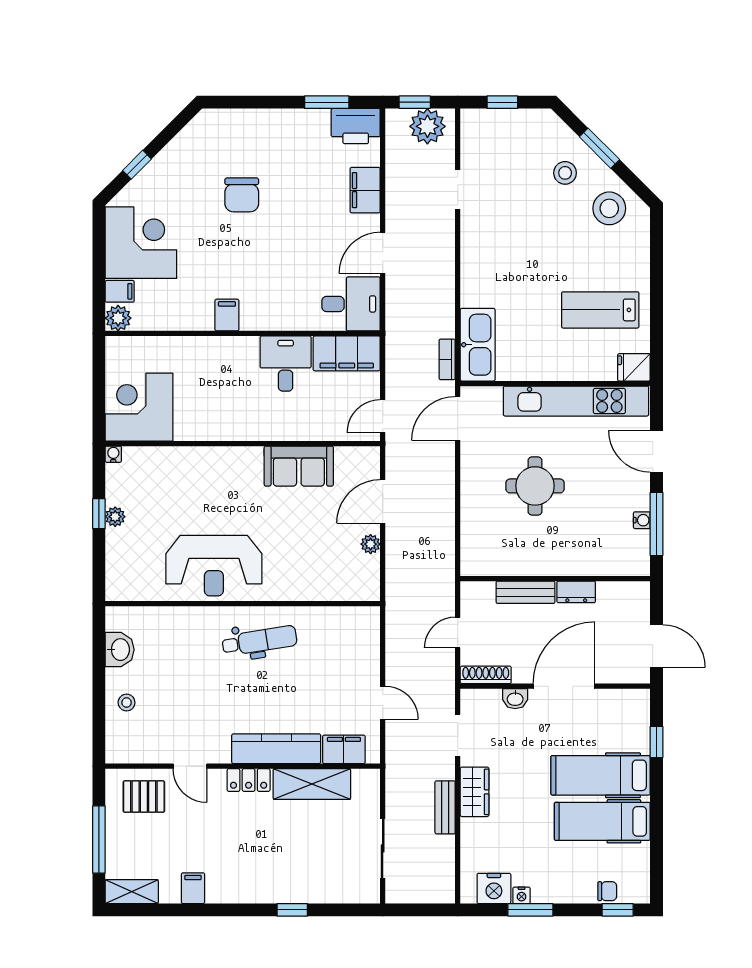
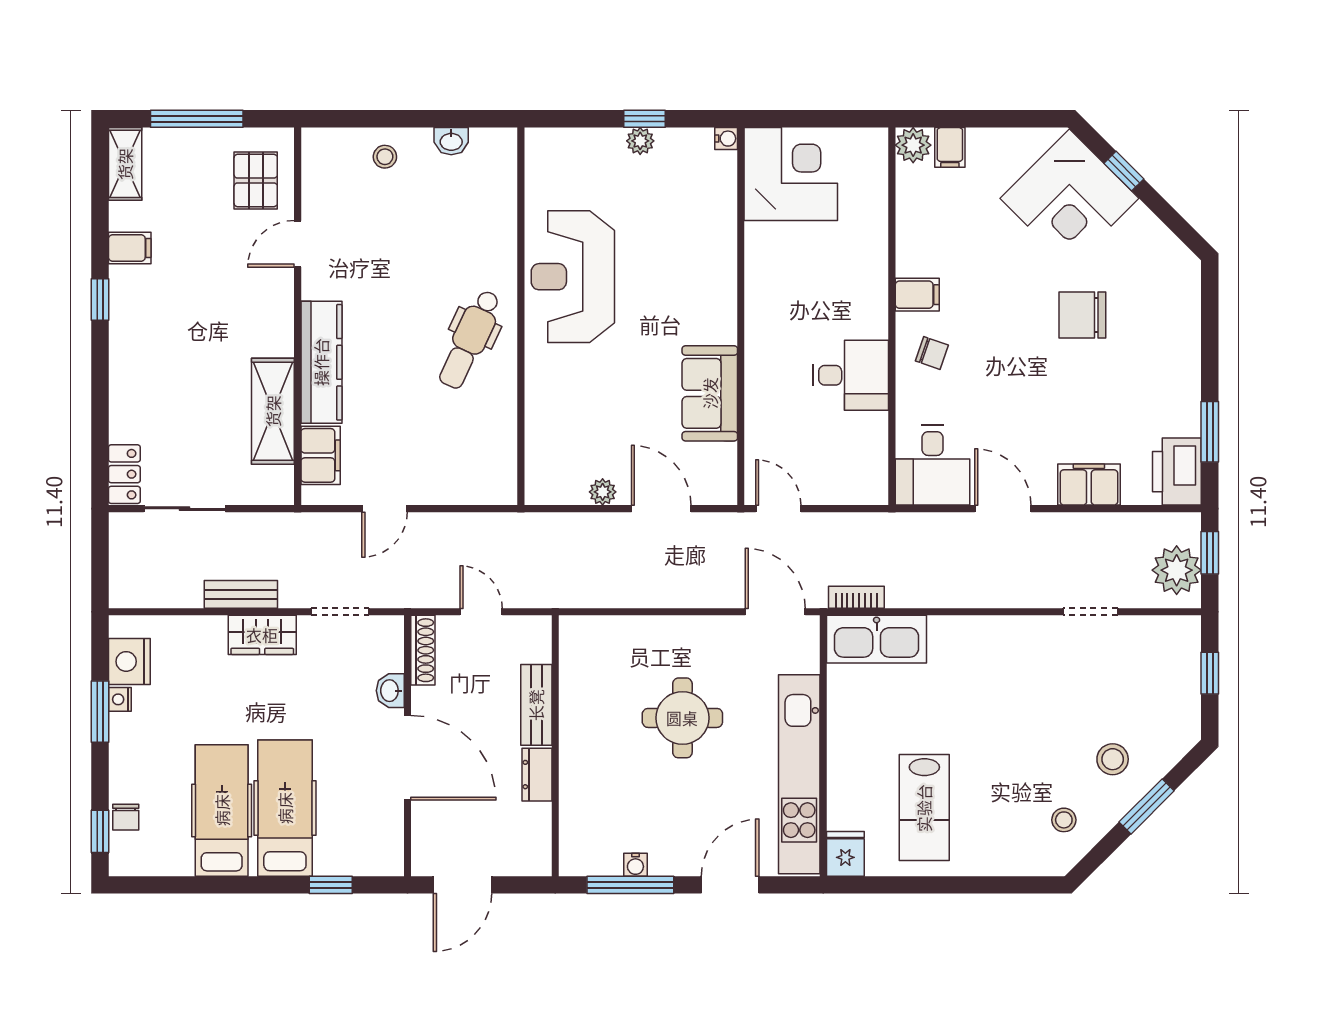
stool: (609, 208) -> (1064, 820), width x0.53, depth x0.53
corner desk: (141, 243) -> (1069, 198), moved, turned 45
chair: (269, 304) -> (932, 353), added
lab bench: (600, 310) -> (924, 808), turned 180
filing cabinet: (347, 353) -> (865, 459), removed
dental chair: (259, 641) -> (470, 339), turned 34
washbasin: (120, 650) -> (451, 141), width x0.72, depth x0.69
locker: (249, 780) -> (124, 474), moved, turned 180
window: (292, 910) -> (100, 300), moved

